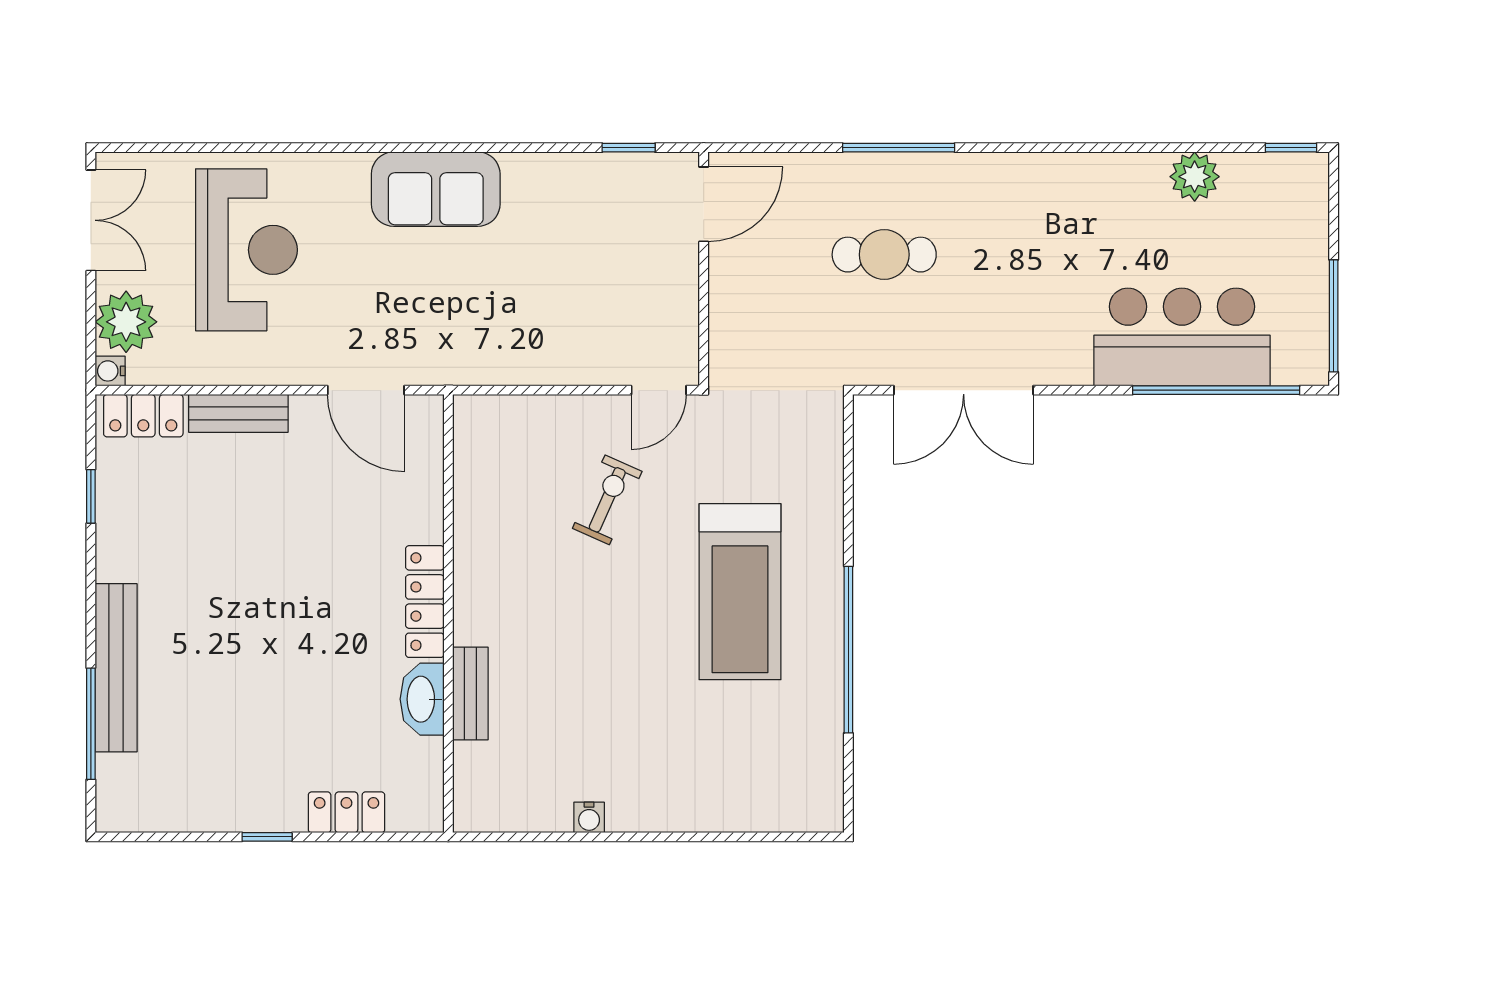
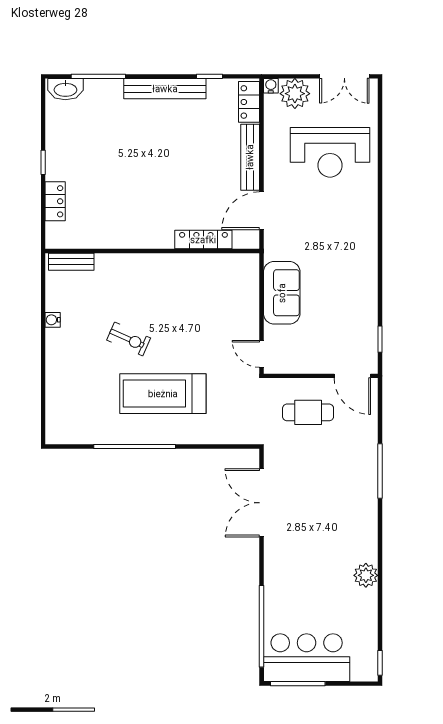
plant: (1195, 177) -> (366, 575), moved
sofa: (436, 189) -> (282, 293), moved, turned 180
cafe table: (884, 255) -> (308, 412), moved, turned 90
bar counter: (1182, 337) -> (307, 658), moved, turned -90
bench: (238, 413) -> (250, 157), width x1.36
exercise bike: (607, 500) -> (129, 339), moved
locker: (425, 602) -> (203, 240), moved
bench: (116, 668) -> (165, 89), moved
bench: (470, 693) -> (71, 262), moved
washbasin: (422, 699) -> (65, 89), moved, turned 180

